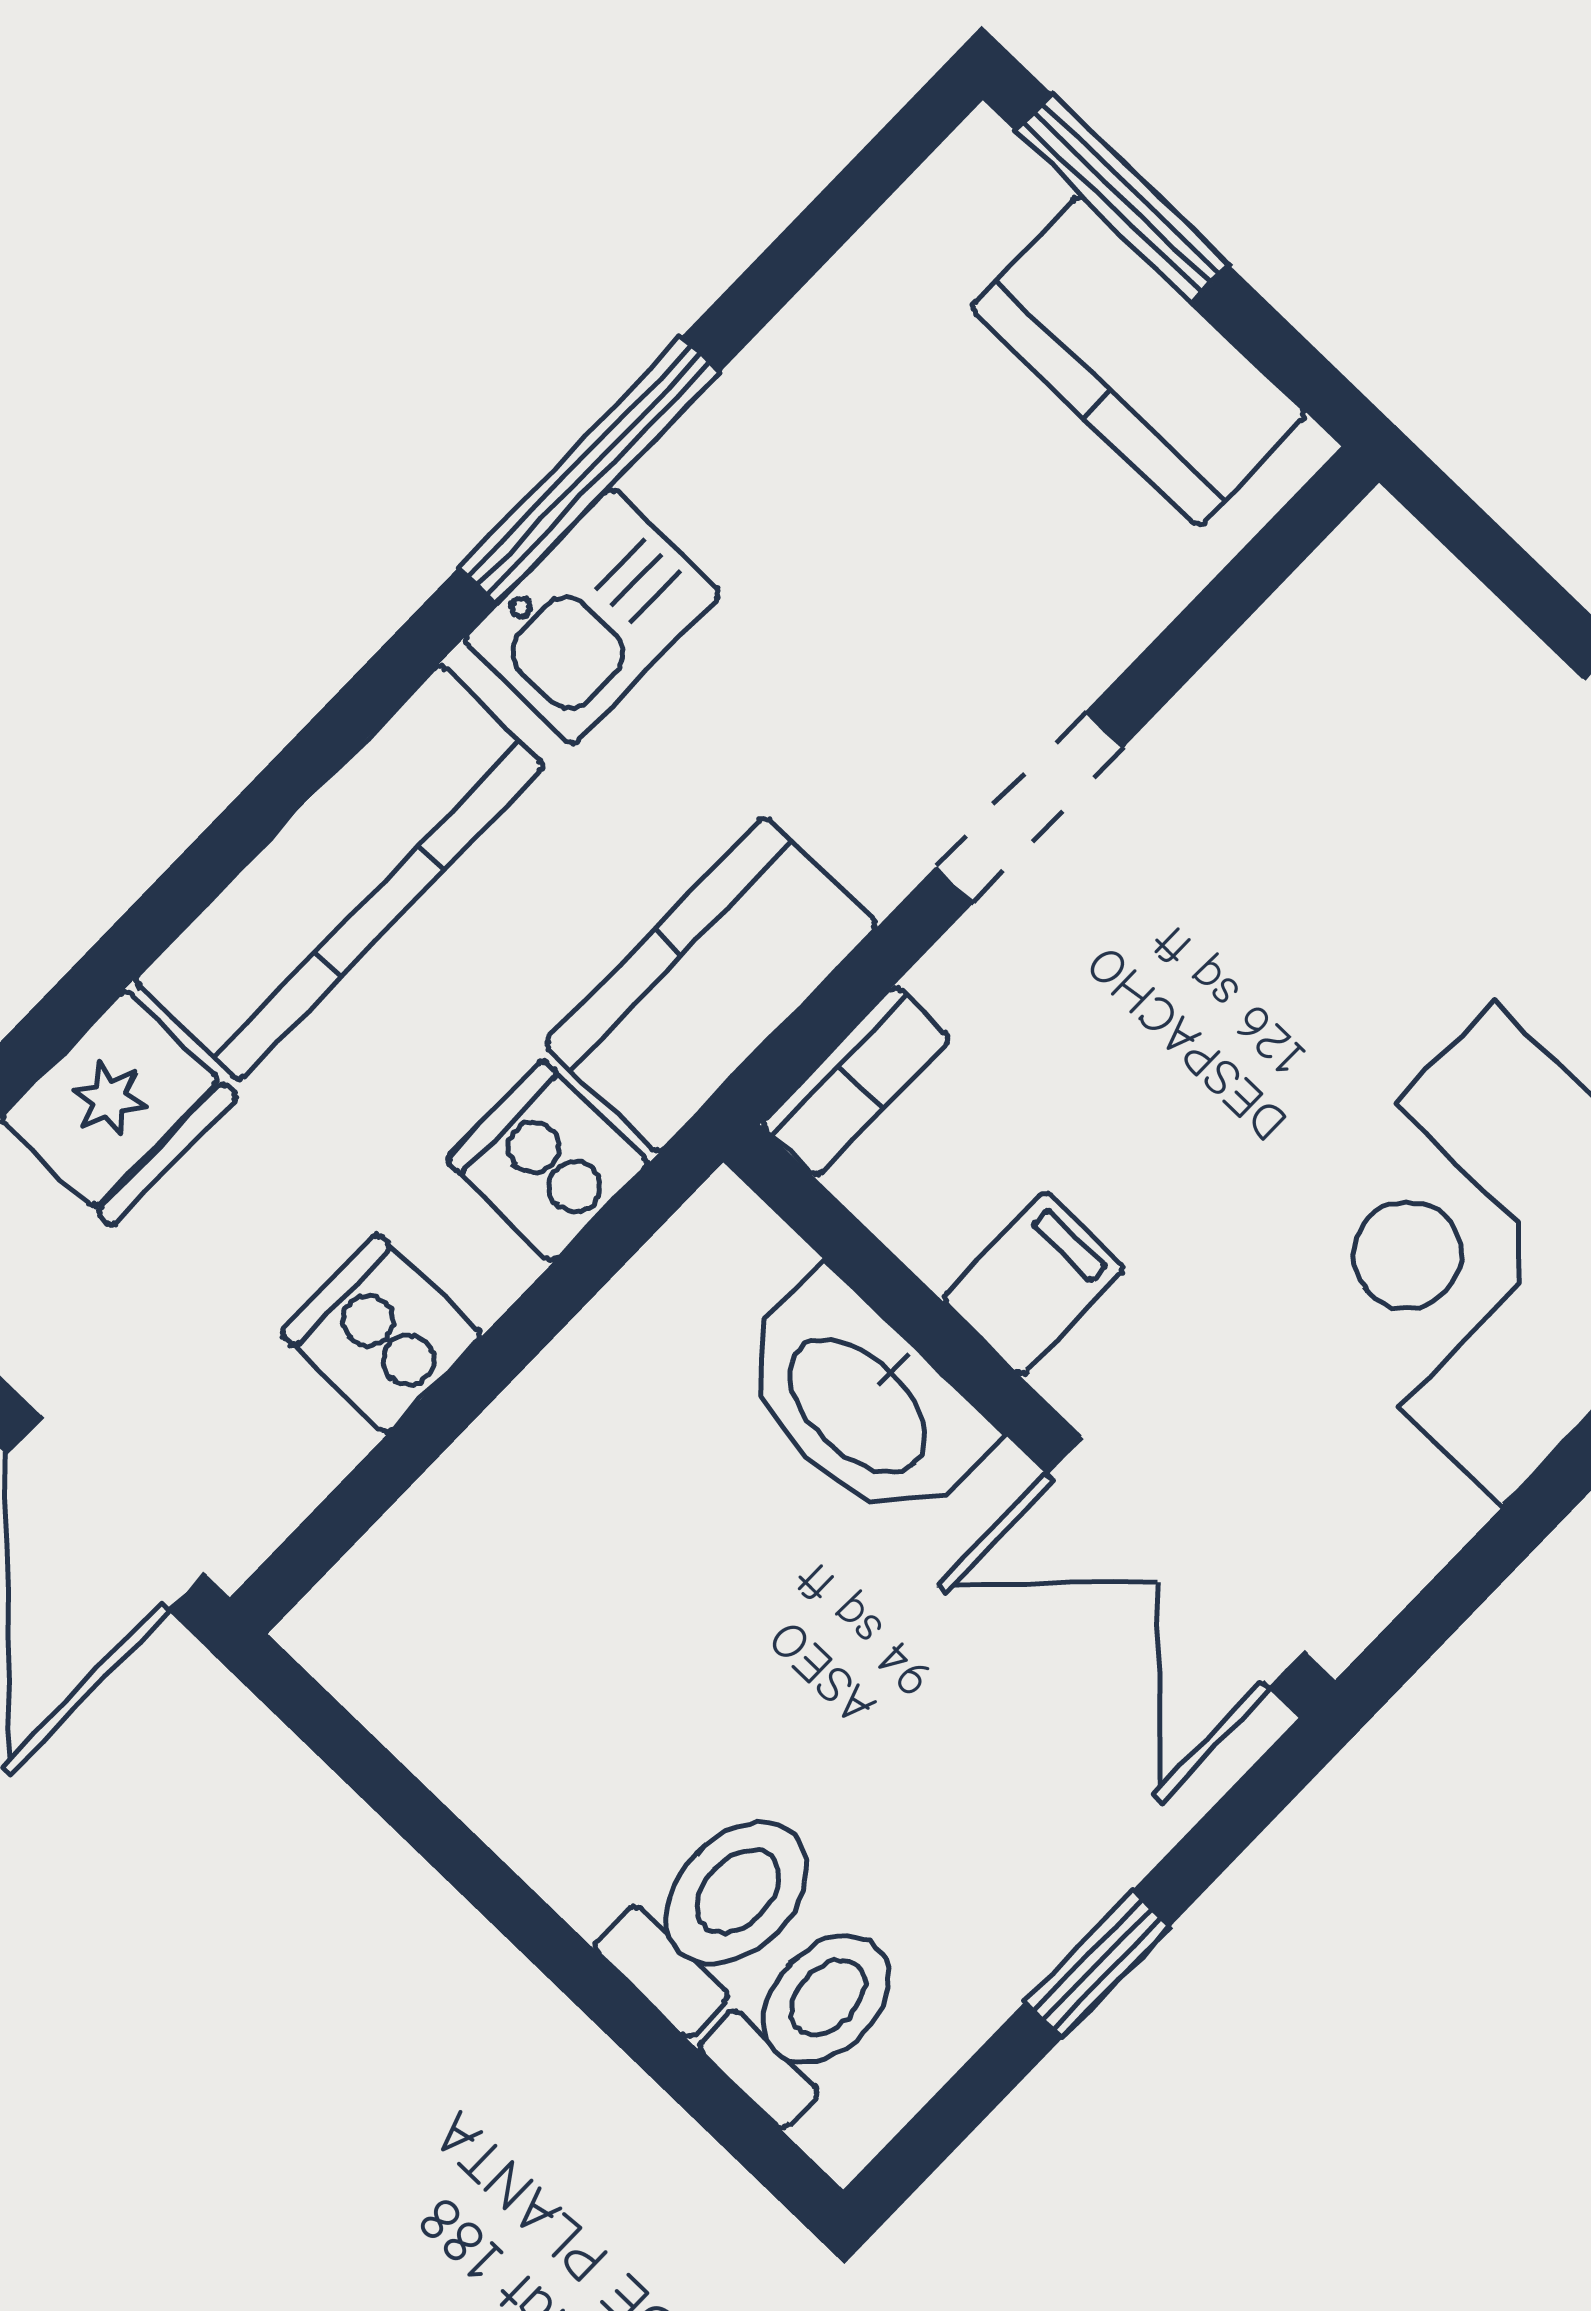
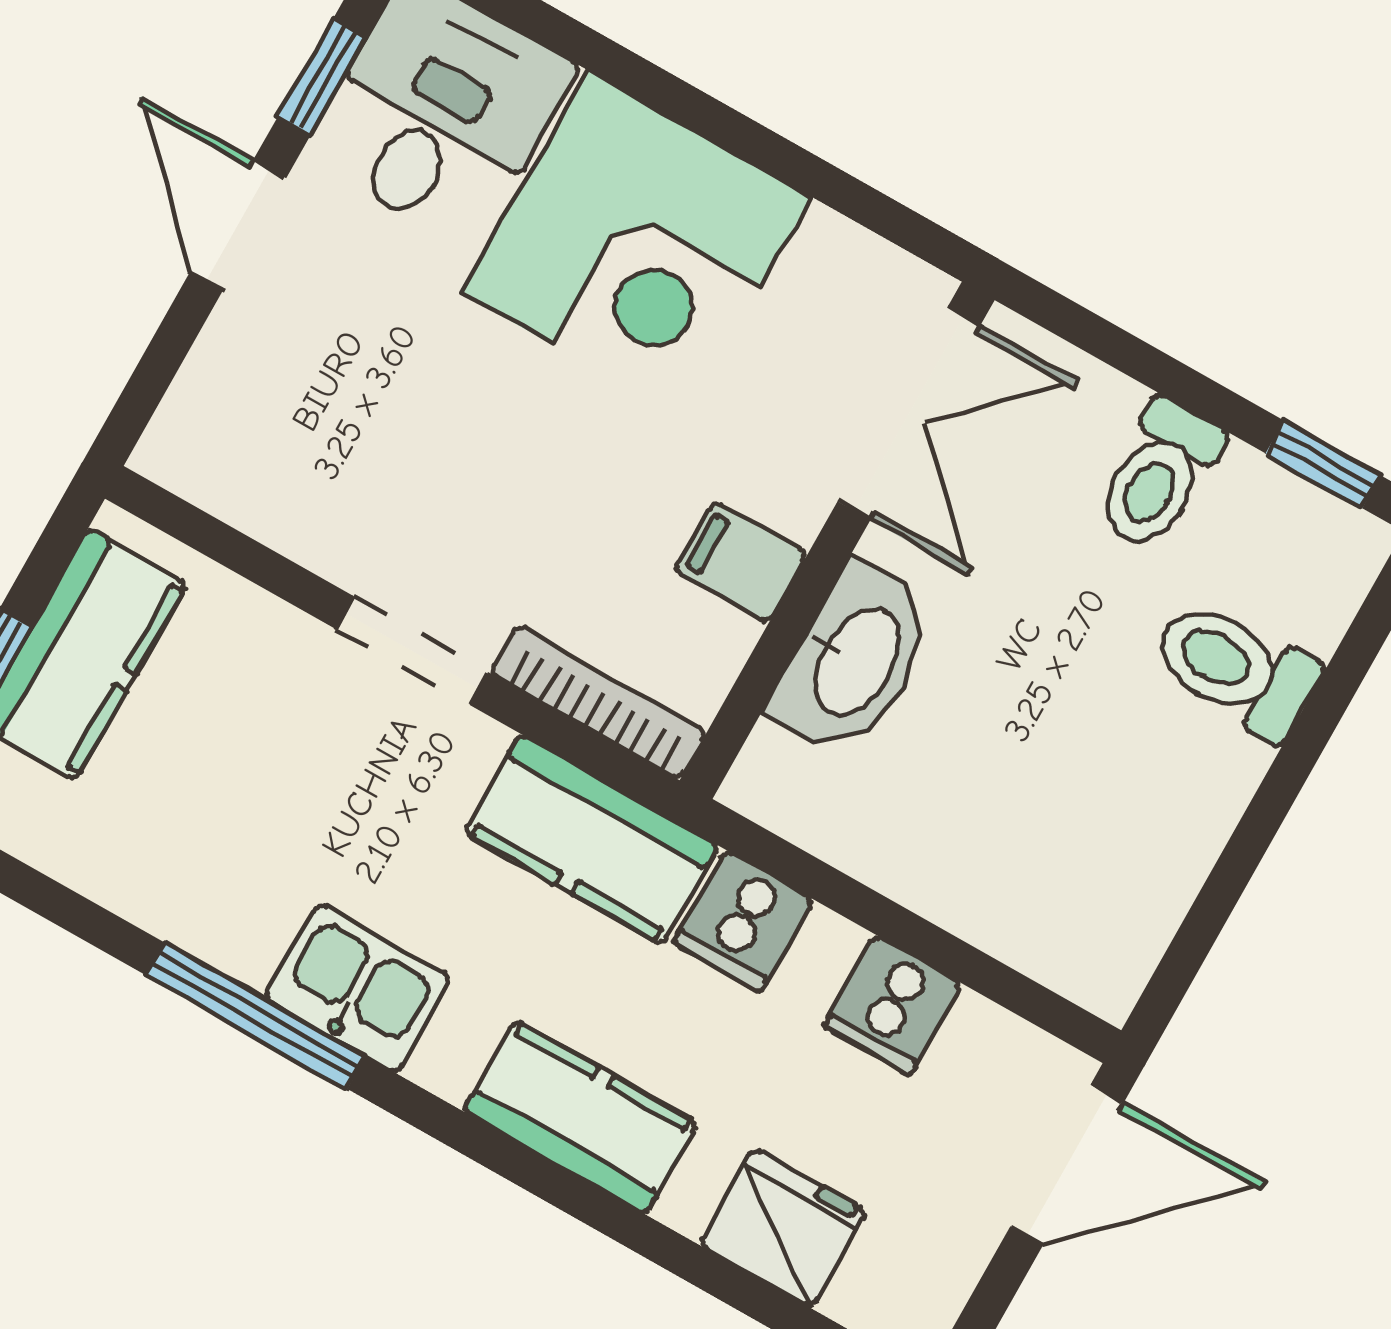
kitchen counter: (339, 872) -> (580, 1117), width x0.67
bookcase: (855, 1081) -> (598, 702), width x1.56
window: (1097, 1964) -> (1323, 464), moved
toilet: (808, 2018) -> (1159, 475), moved, turned -90

